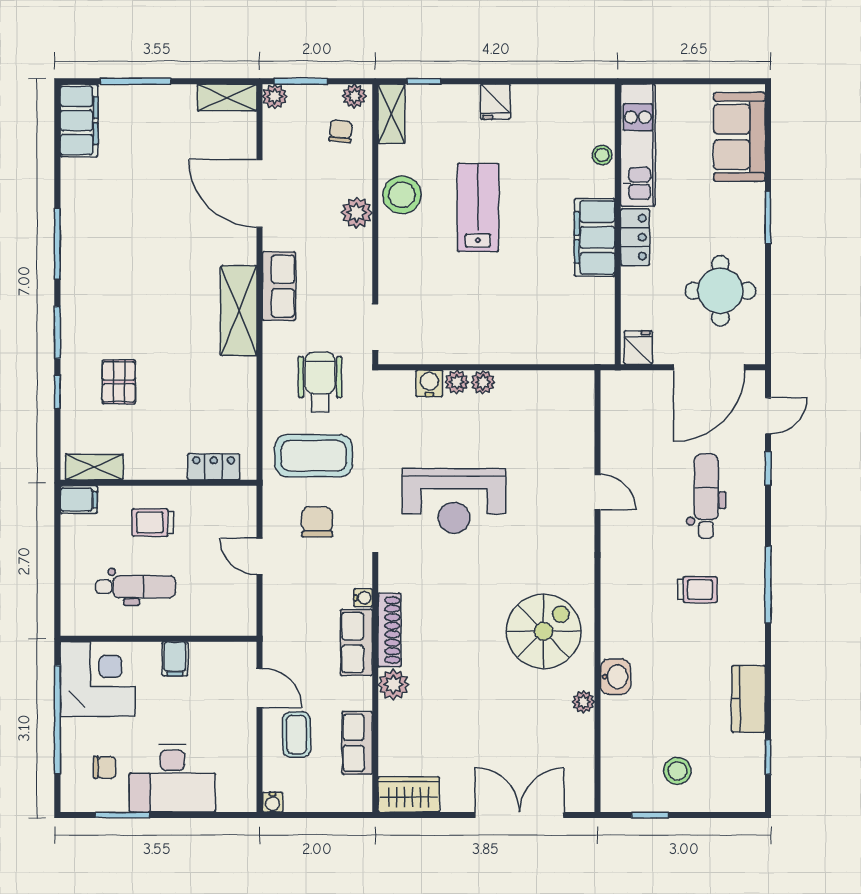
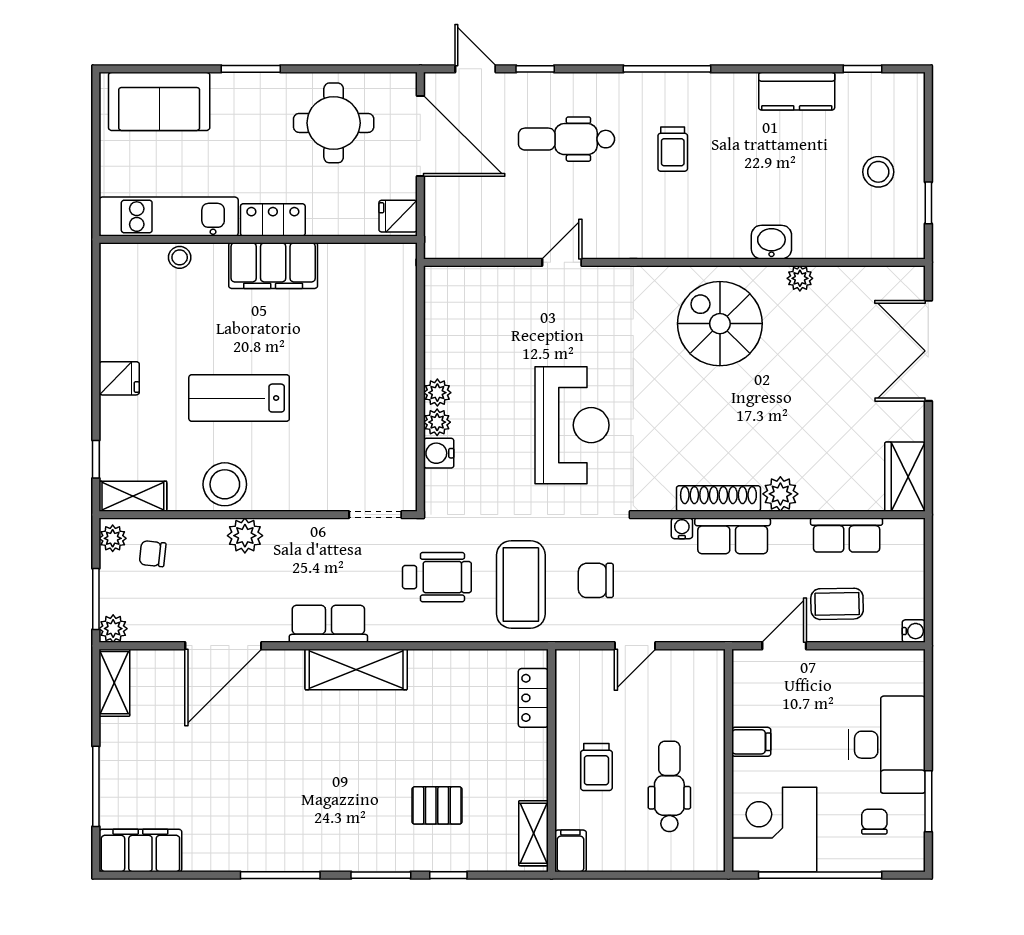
wheelchair: (320, 382) -> (437, 577), turned 180
trolley: (697, 590) -> (673, 149), turned 180

